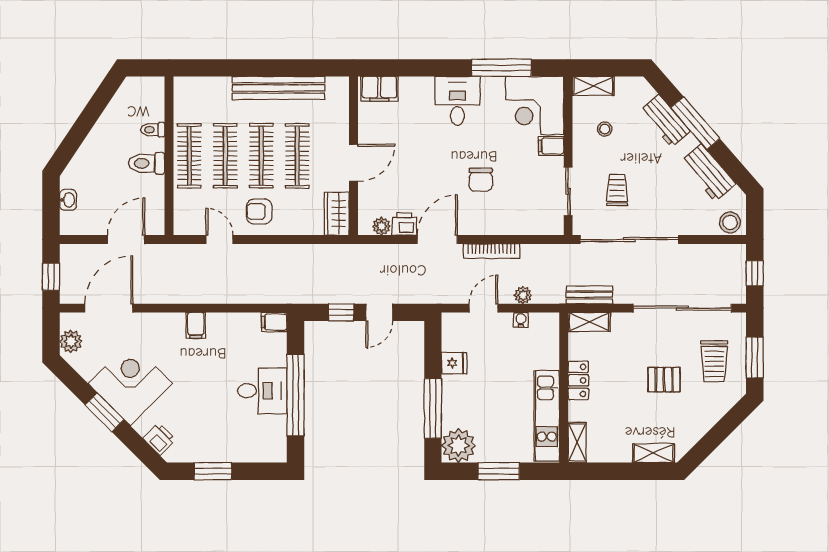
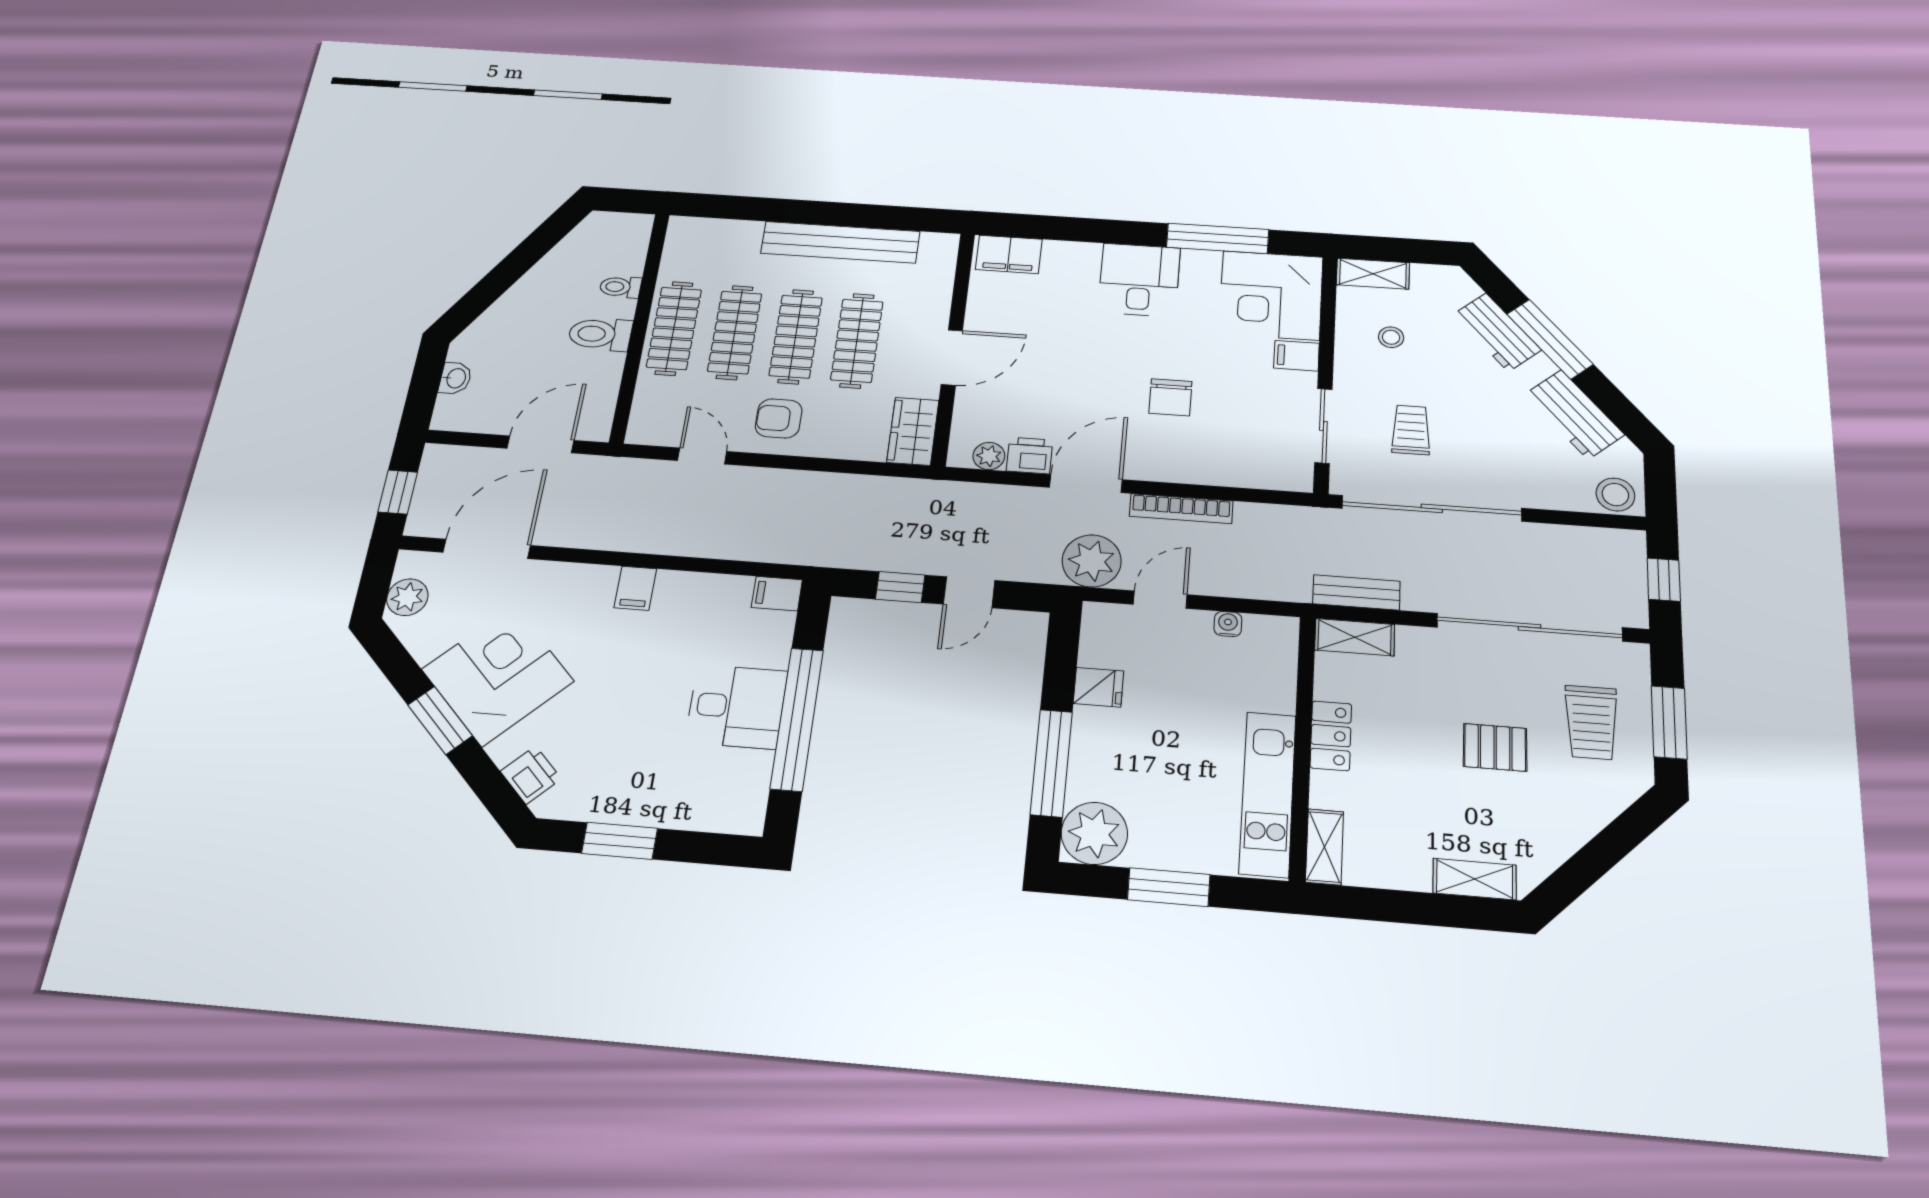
plant: (523, 295) -> (1092, 561), moved, width x1.87, depth x1.87

